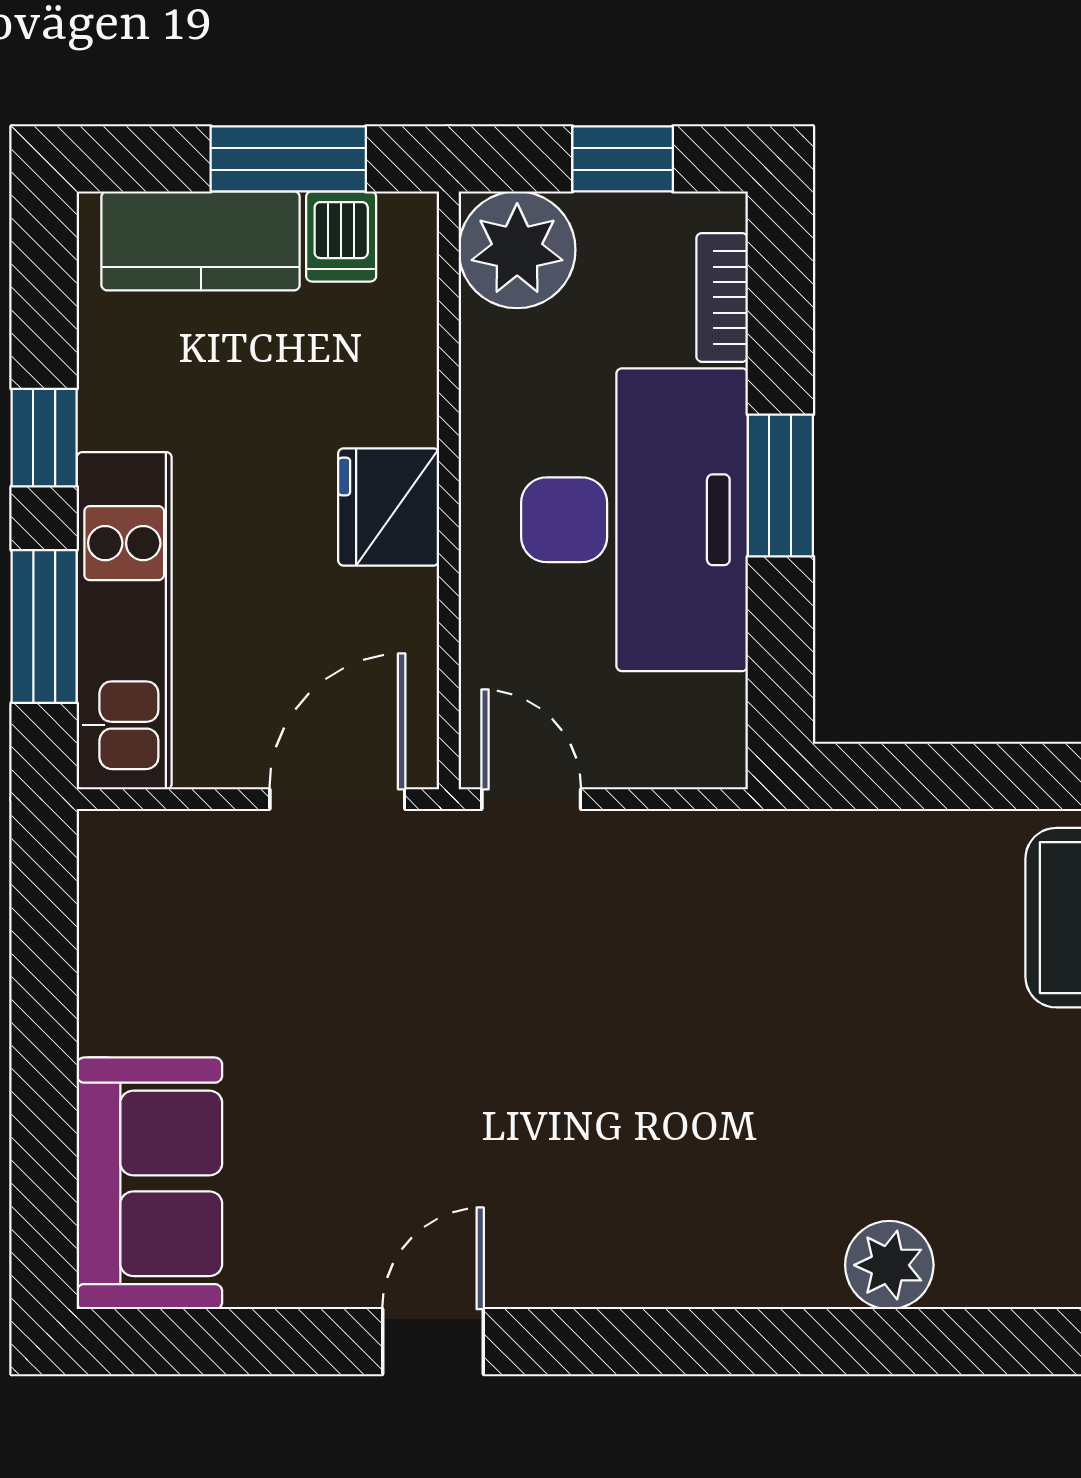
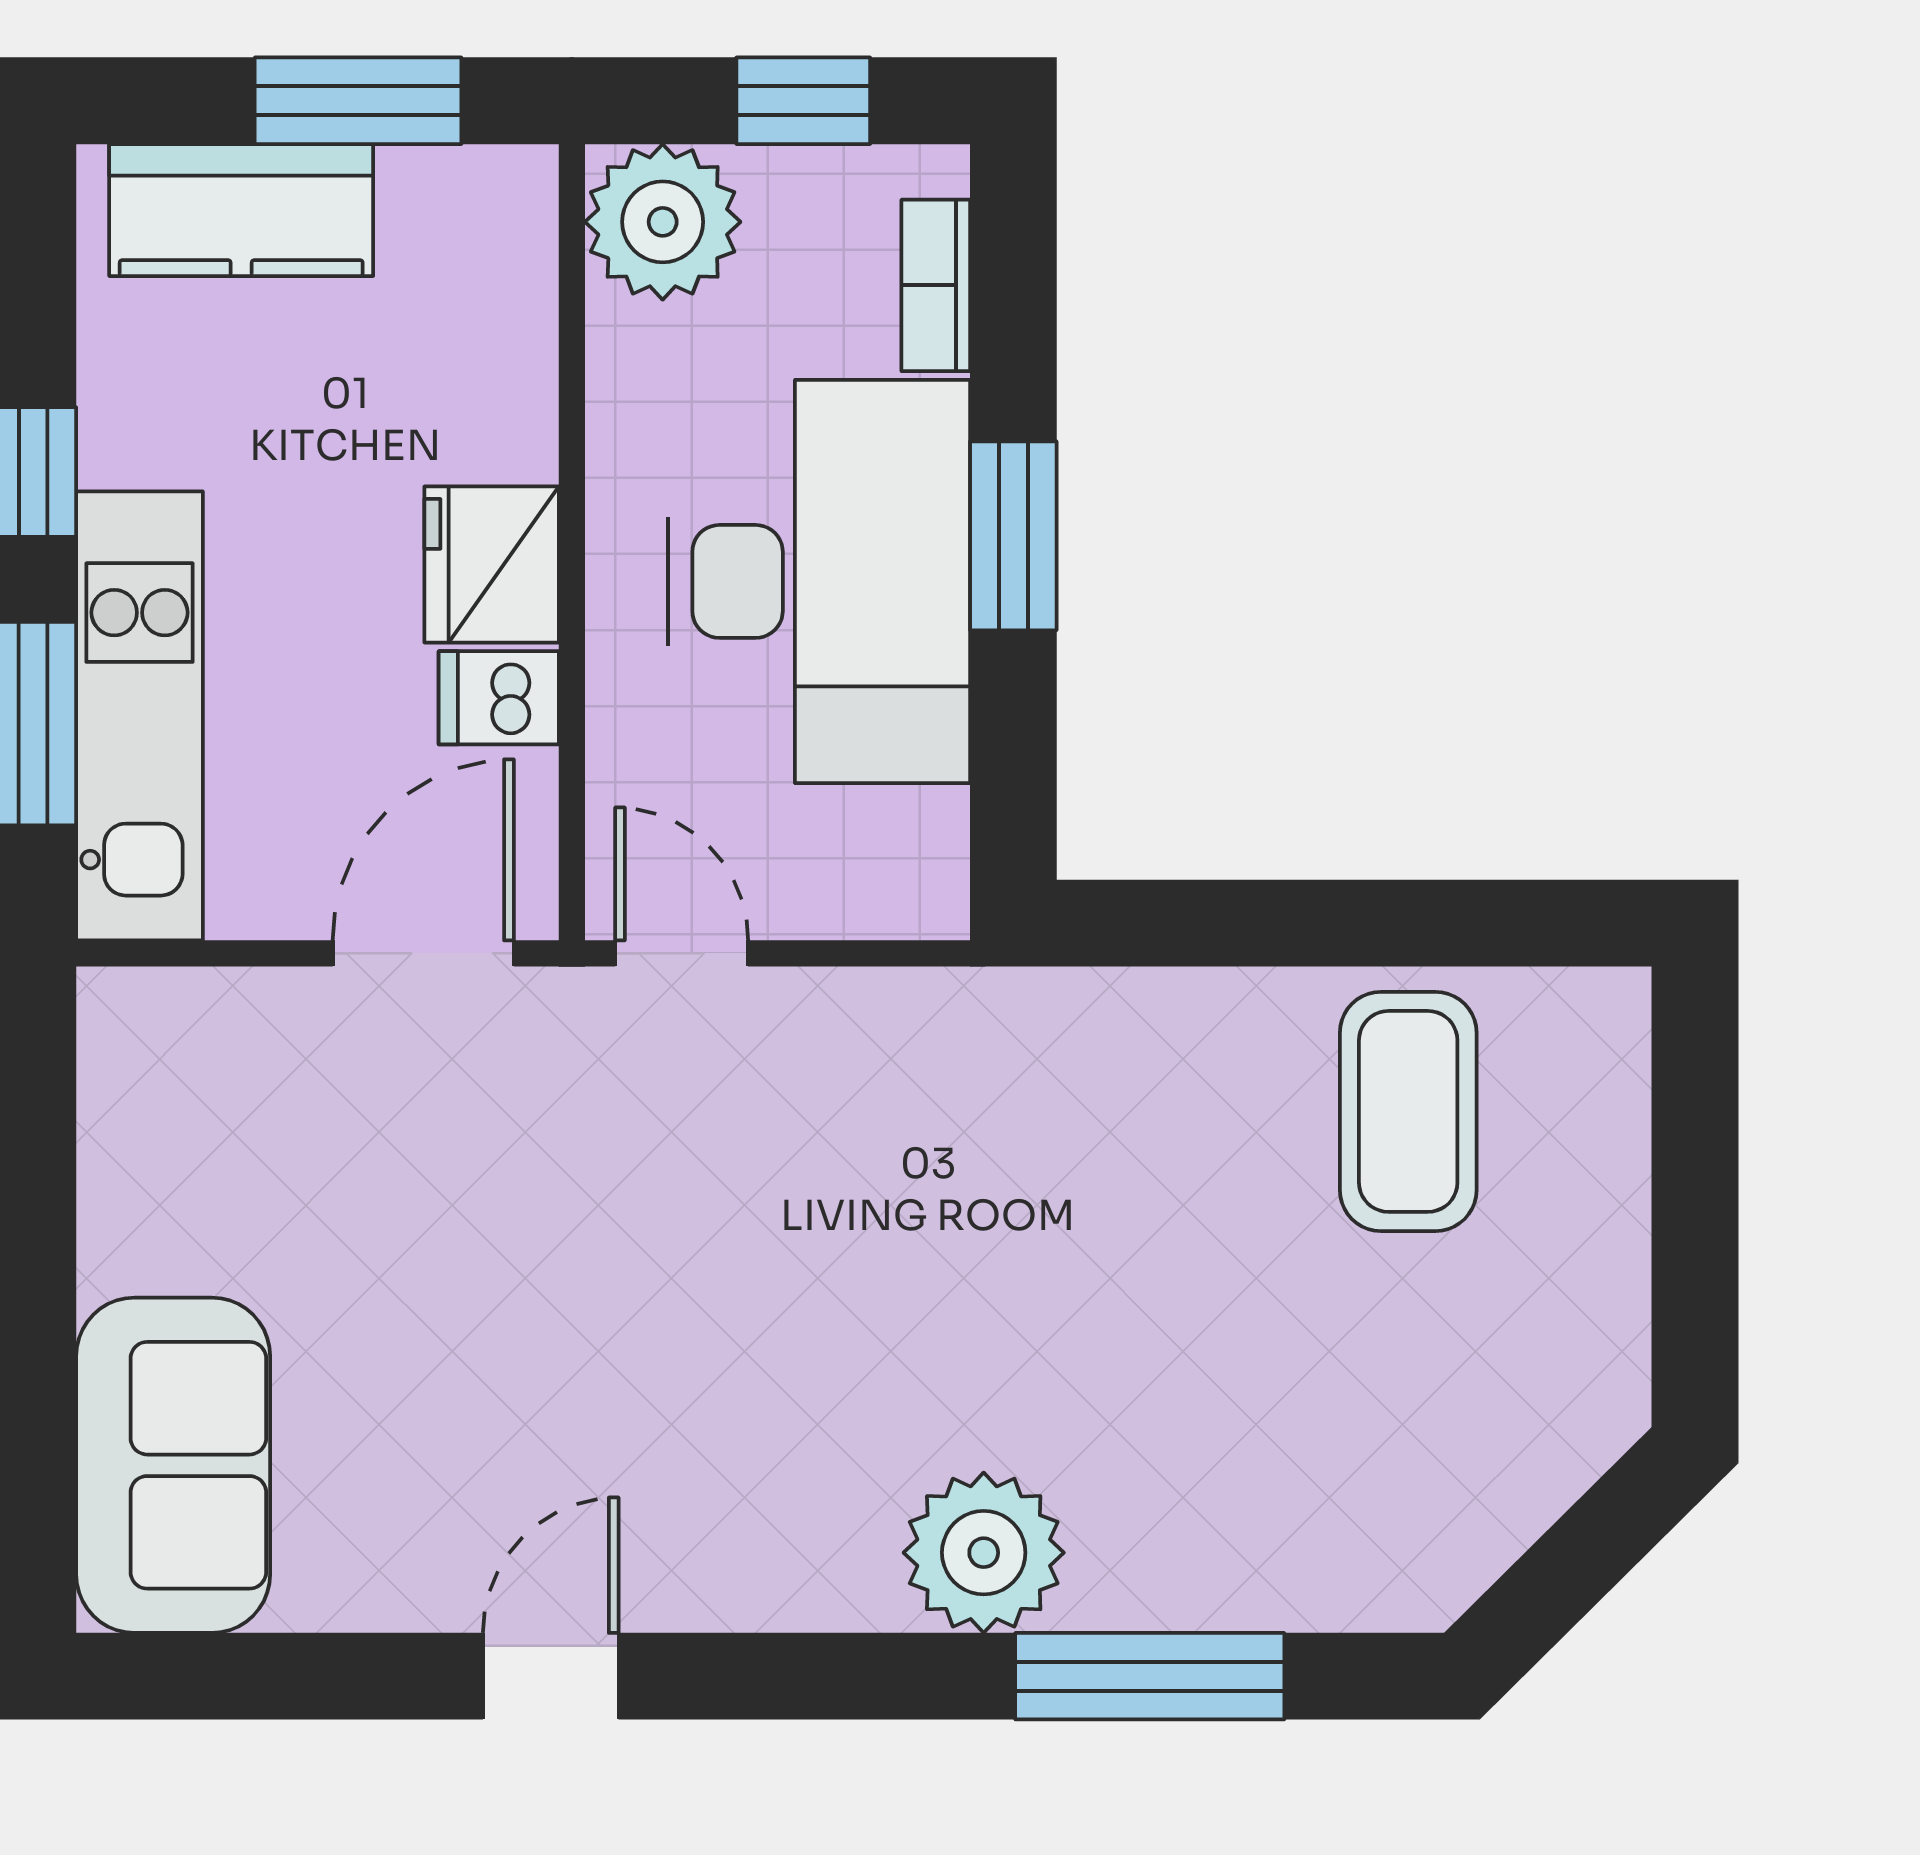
dishwasher: (341, 236) -> (499, 698), moved, turned 90
plant: (889, 1265) -> (984, 1553), moved, width x1.36, depth x1.36
window: (883, 1342) -> (1150, 1676), added

